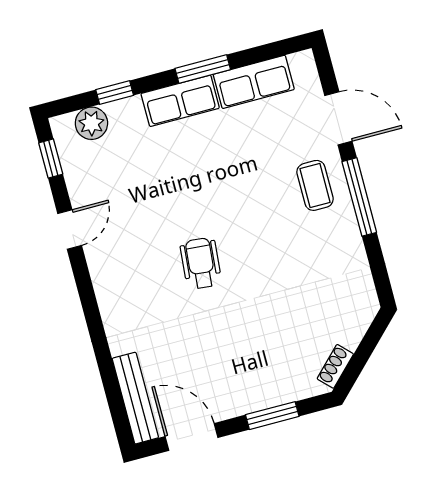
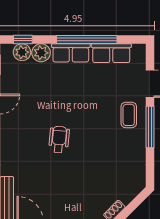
window: (203, 69) -> (87, 39), width x2.11
window: (115, 92) -> (23, 39), moved
plant: (126, 115) -> (41, 53), added

